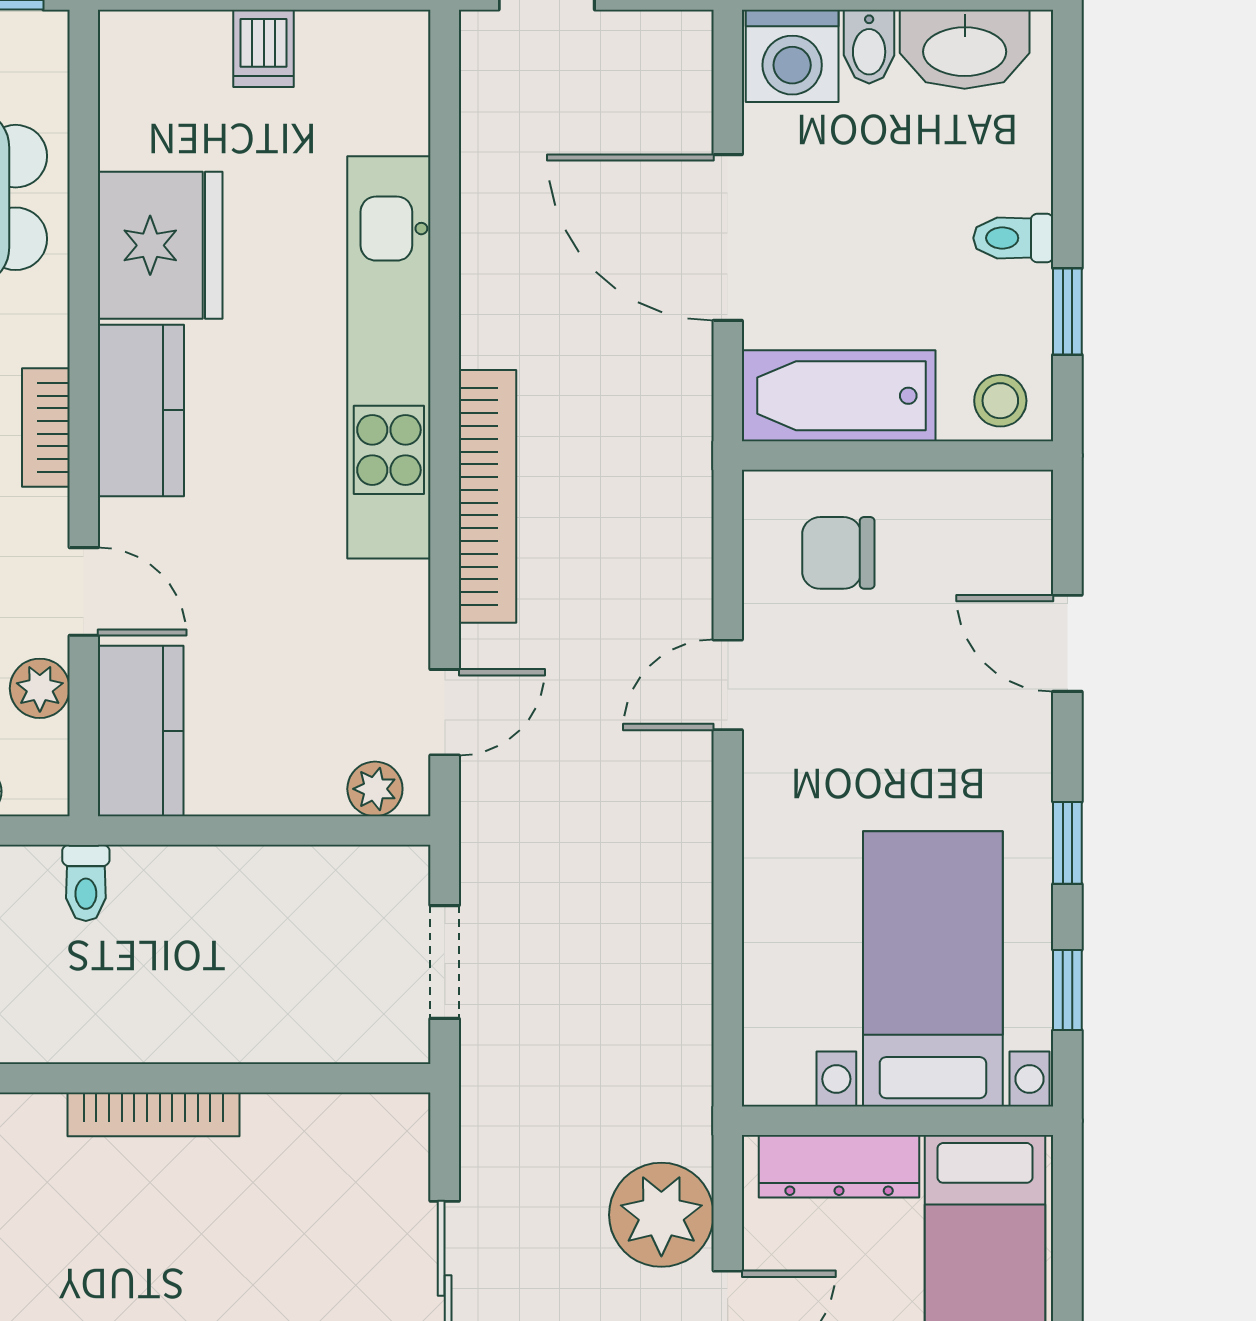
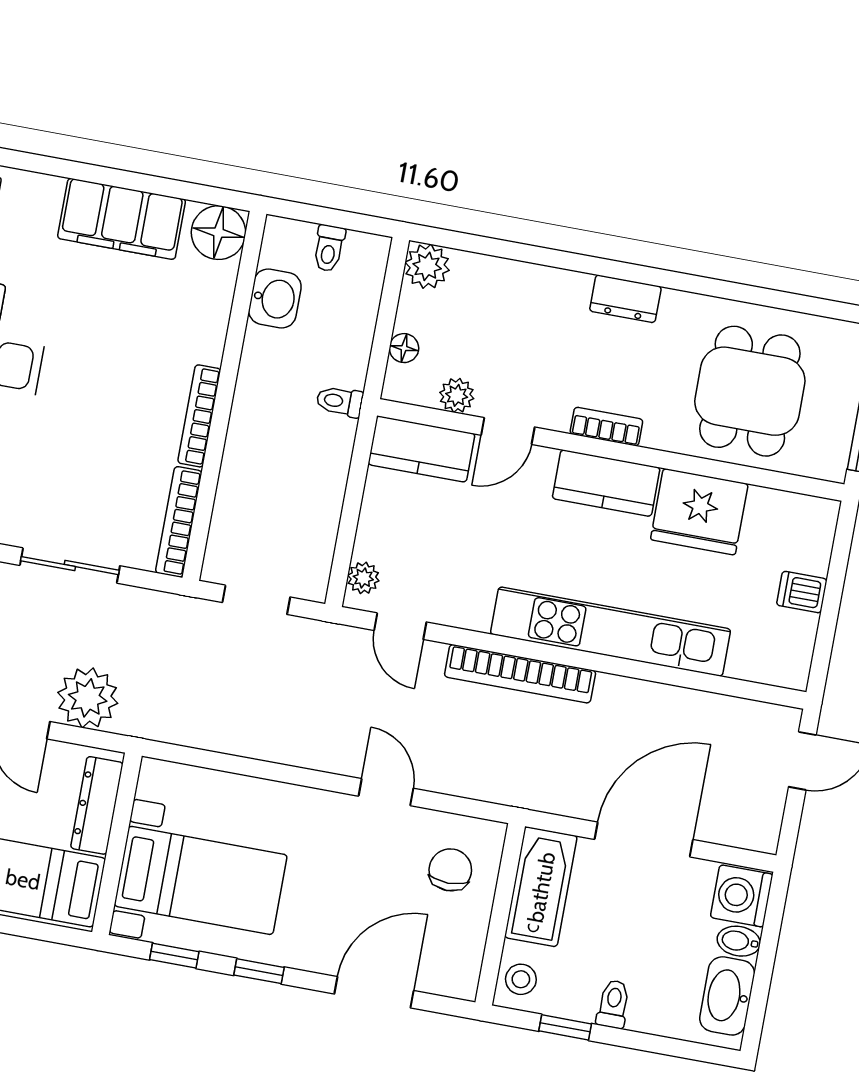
door: (1067, 643) -> (374, 992), width x1.38
bookcase: (338, 1116) -> (179, 522), added

